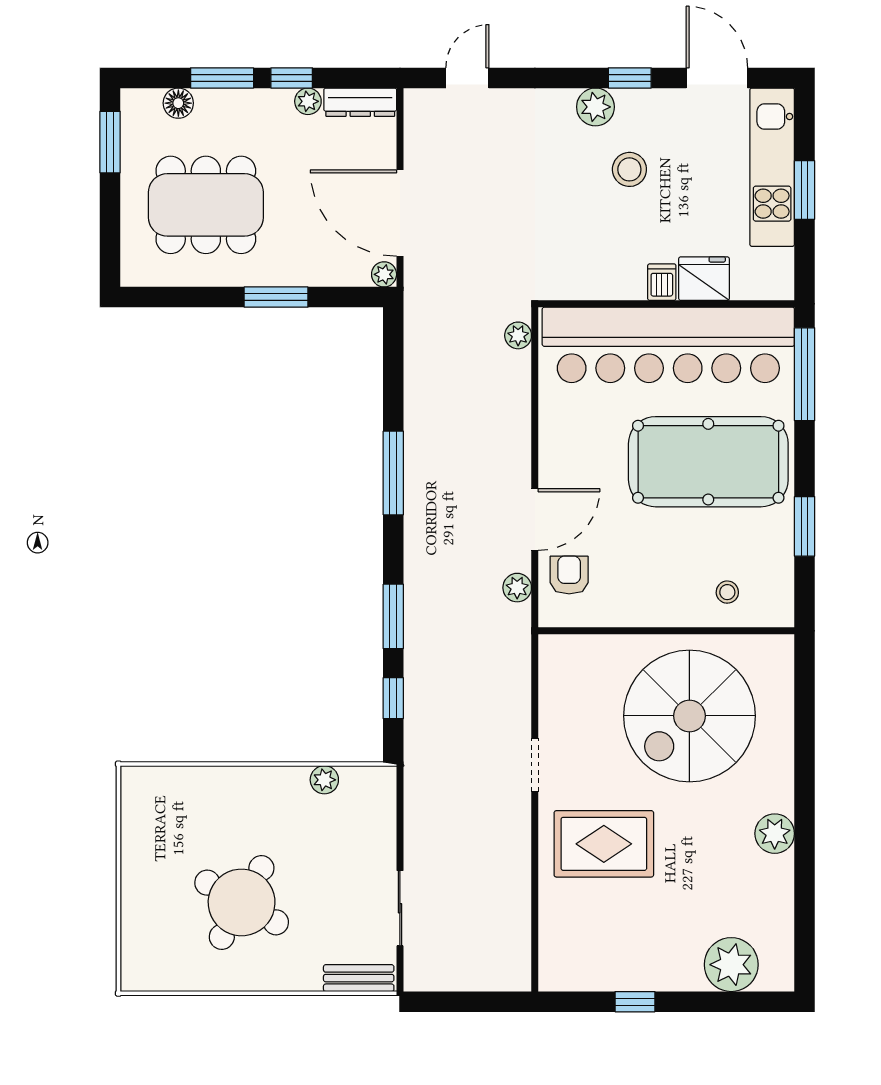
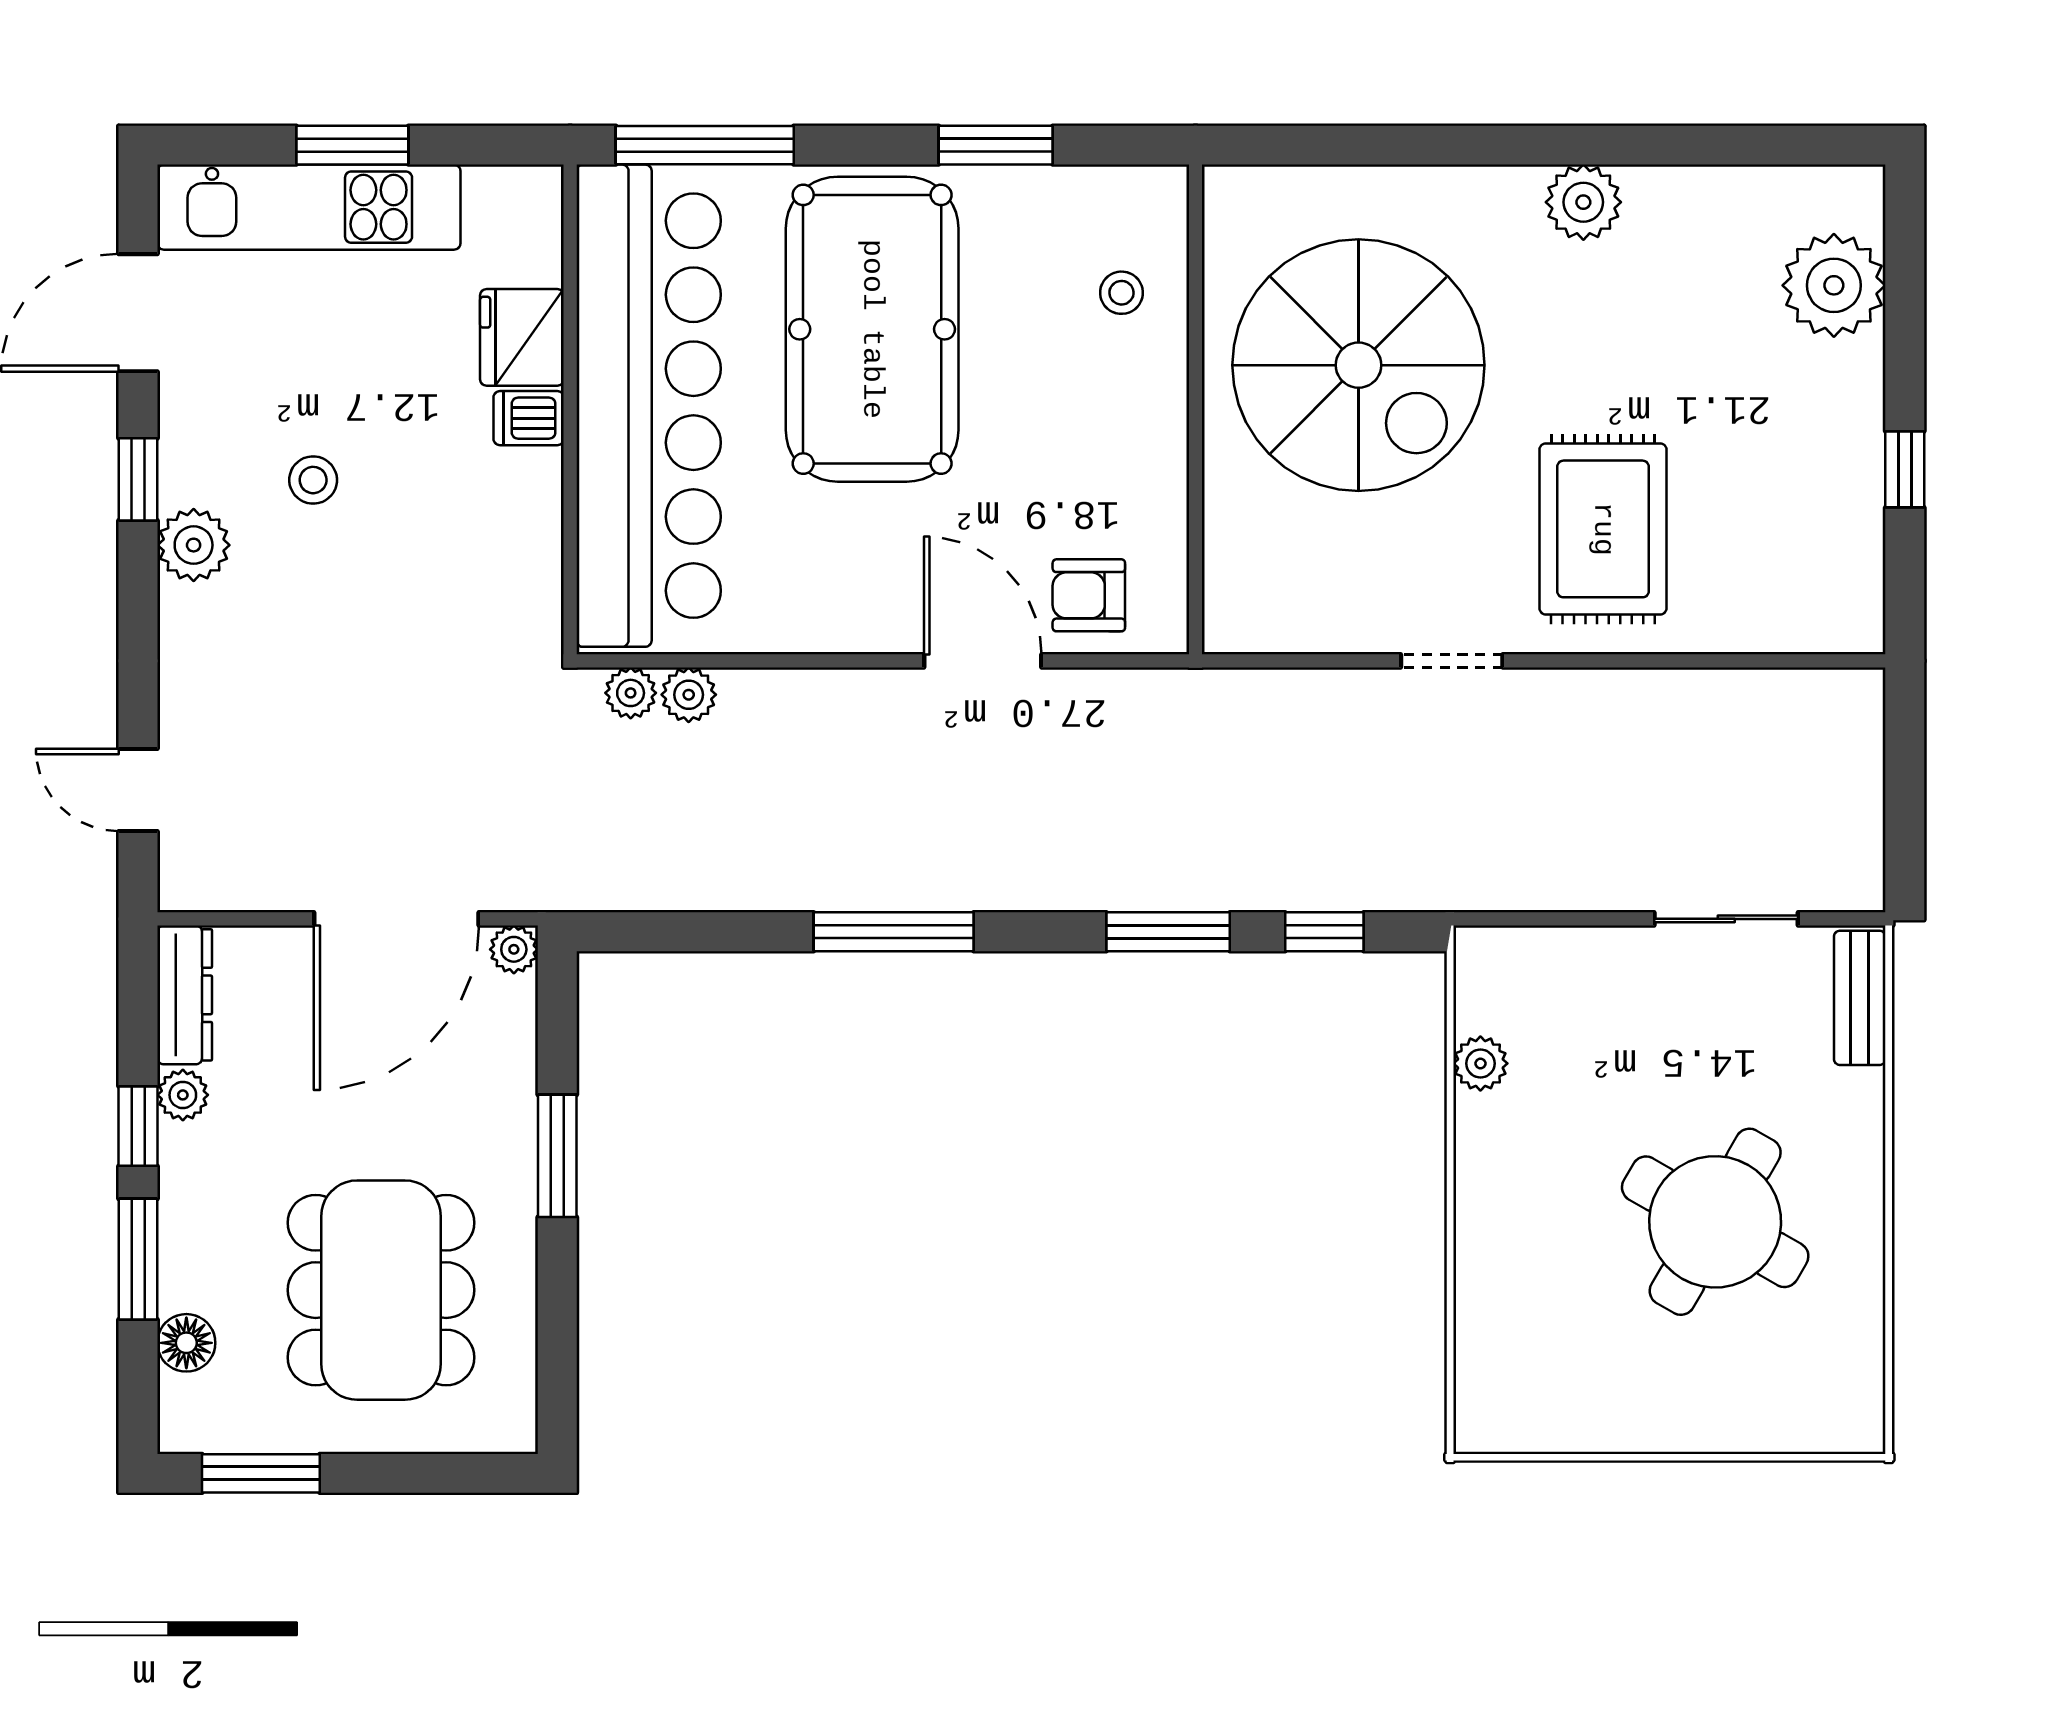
stool: (629, 169) -> (313, 480), width x0.73, depth x0.73
plant: (517, 588) -> (689, 695), moved

